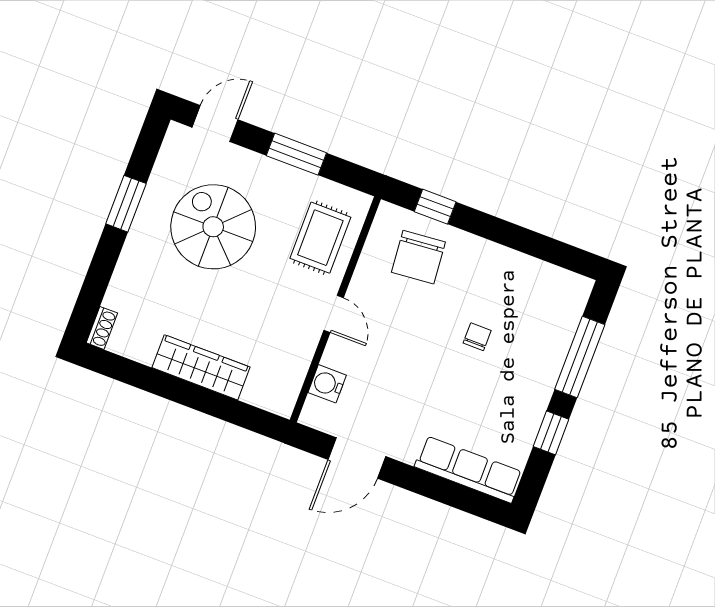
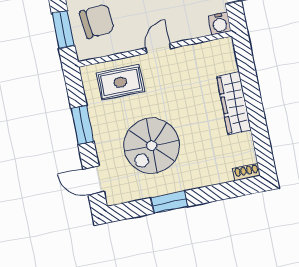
window: (435, 207) -> (63, 29), width x1.50
water cooler: (327, 384) -> (220, 23), moved

